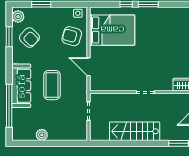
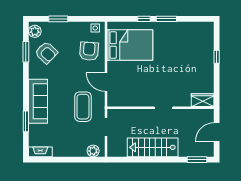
armchair: (72, 36) -> (89, 51), turned 78
coffee table: (52, 85) -> (83, 107), moved
window: (9, 106) -> (26, 121), width x0.47
plant: (42, 135) -> (93, 151), moved
fireplace: (23, 136) -> (40, 152), added

